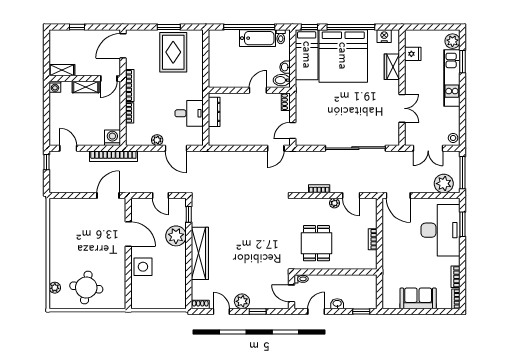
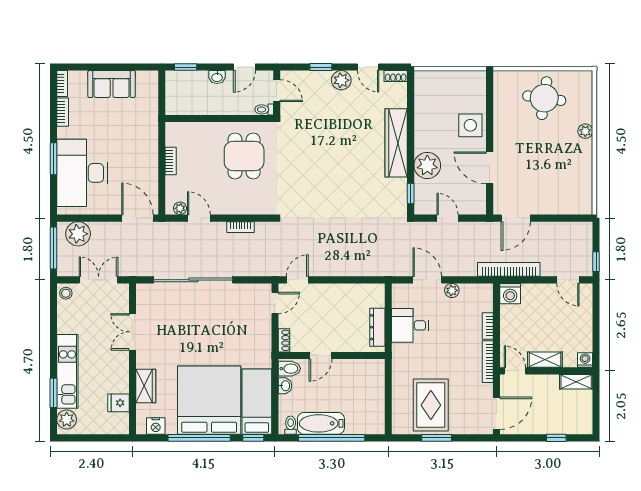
door: (109, 78) -> (515, 371), hinge flipped
plant: (334, 203) -> (180, 208), moved
window: (463, 224) -> (54, 159), moved
plant: (55, 288) -> (585, 131), moved

